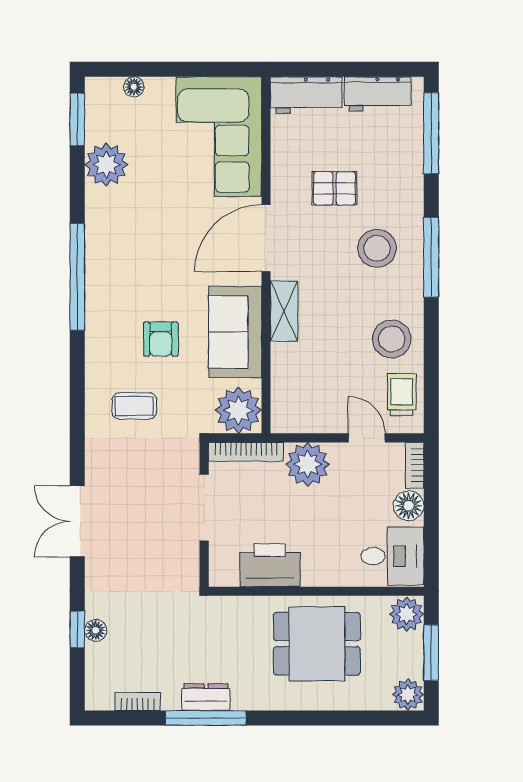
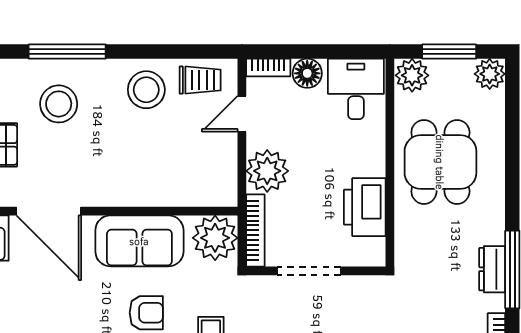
shelving: (284, 311) -> (119, 194), removed
trolley: (402, 395) -> (200, 80), turned 180

